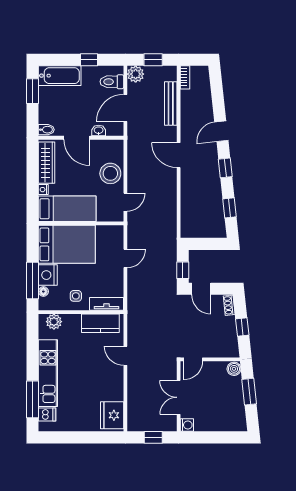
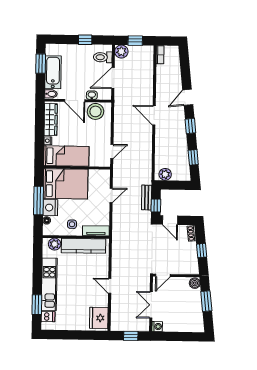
bathtub: (60, 76) -> (53, 72), moved, turned -90
bench: (171, 103) -> (147, 198), moved, width x0.73
stool: (110, 173) -> (96, 111), moved
plant: (194, 230) -> (165, 174), added
window: (33, 280) -> (39, 201), moved
kitchen counter: (100, 323) -> (84, 246), width x1.50
door: (125, 356) -> (110, 286), moved
window: (33, 399) -> (37, 305), width x0.69

